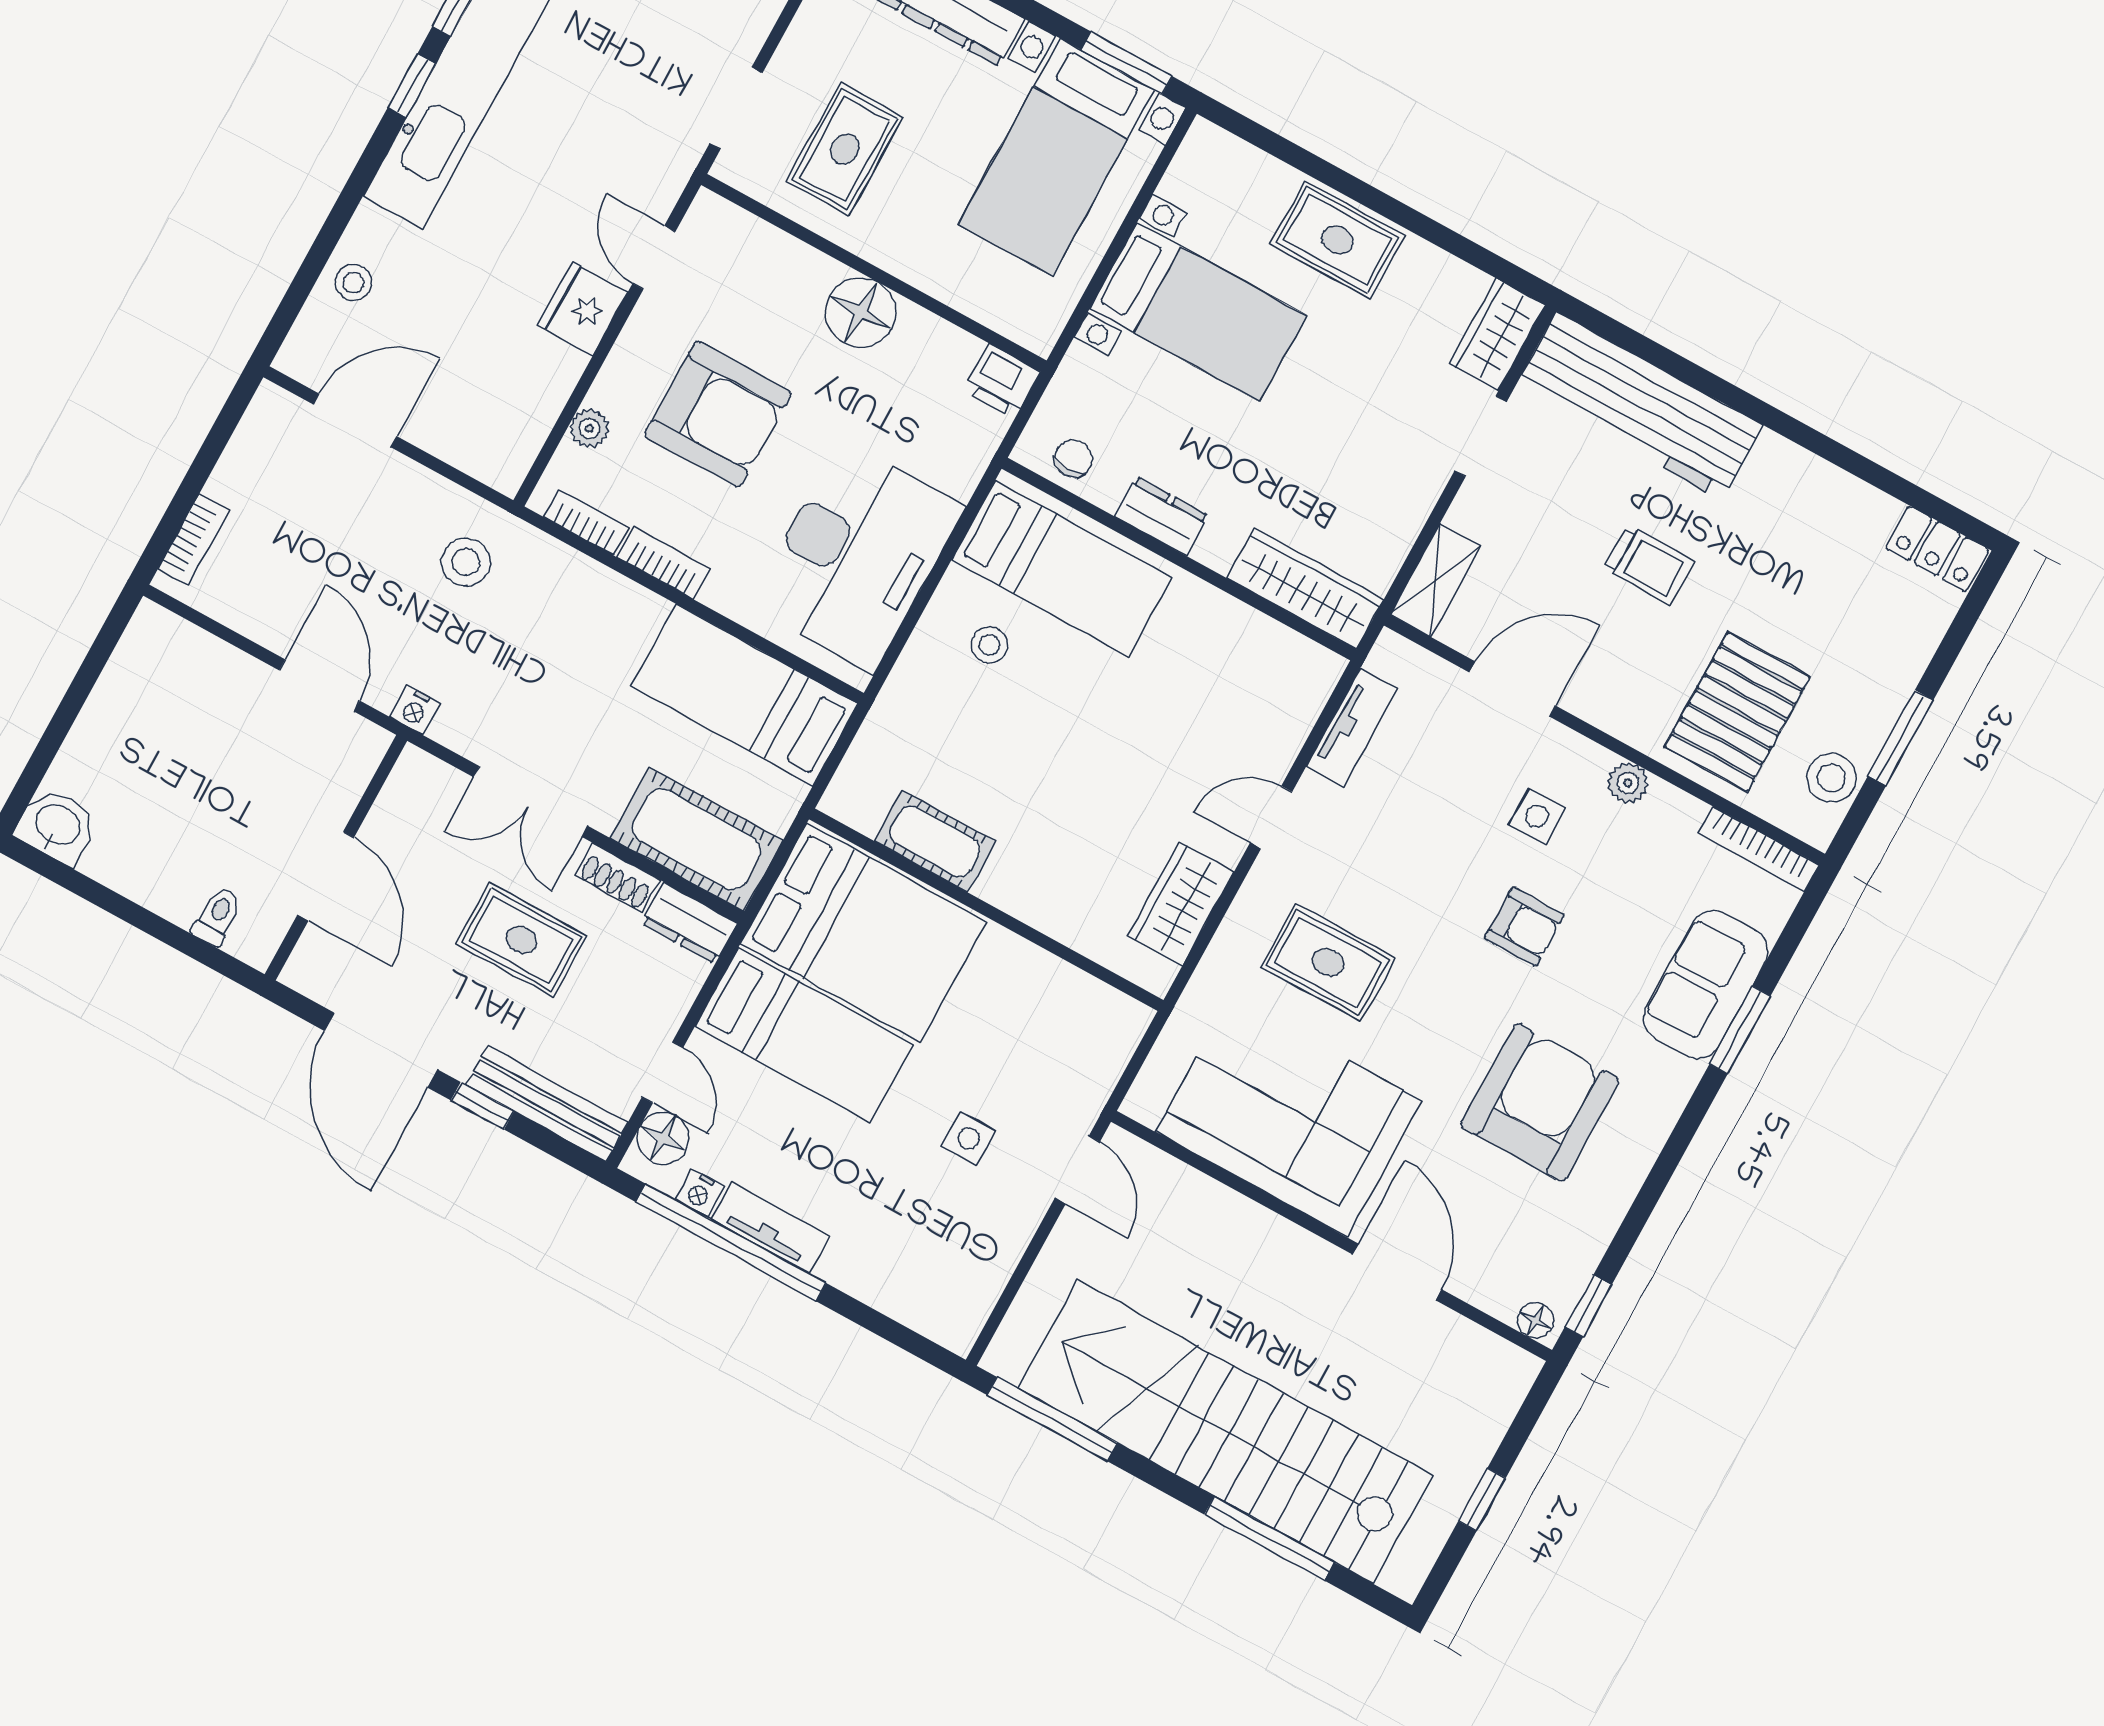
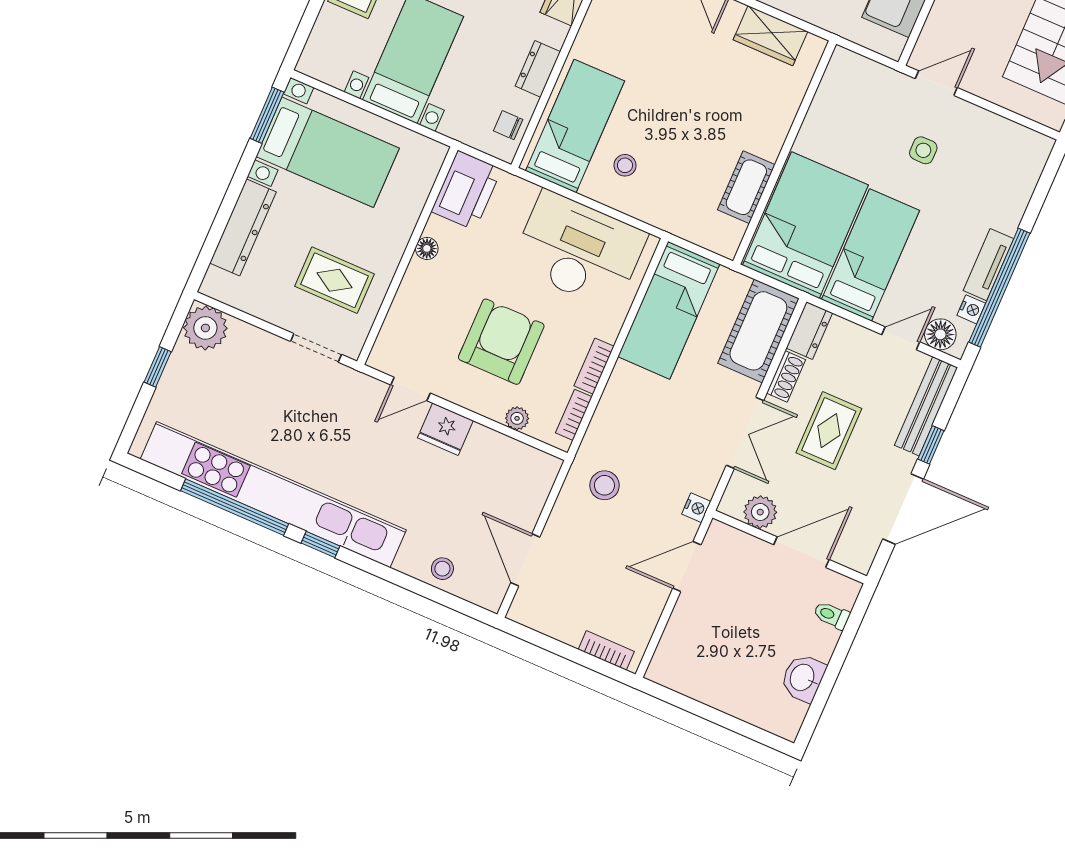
floor lamp: (861, 312) -> (427, 248), width x0.53, depth x0.53
printer: (1002, 381) -> (466, 190), width x1.87, depth x1.48
plant: (398, 814) -> (760, 512), added
washbasin: (57, 826) -> (803, 678), moved

